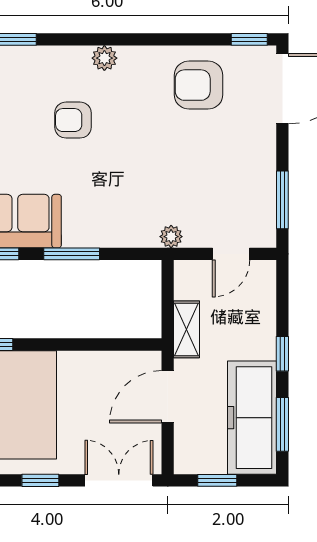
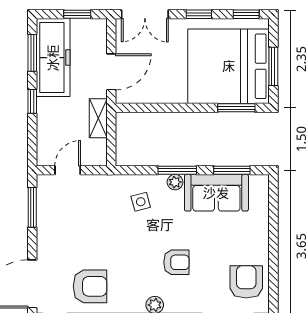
side table: (125, 208) -> (141, 202), added
plant: (171, 237) -> (175, 182), moved

